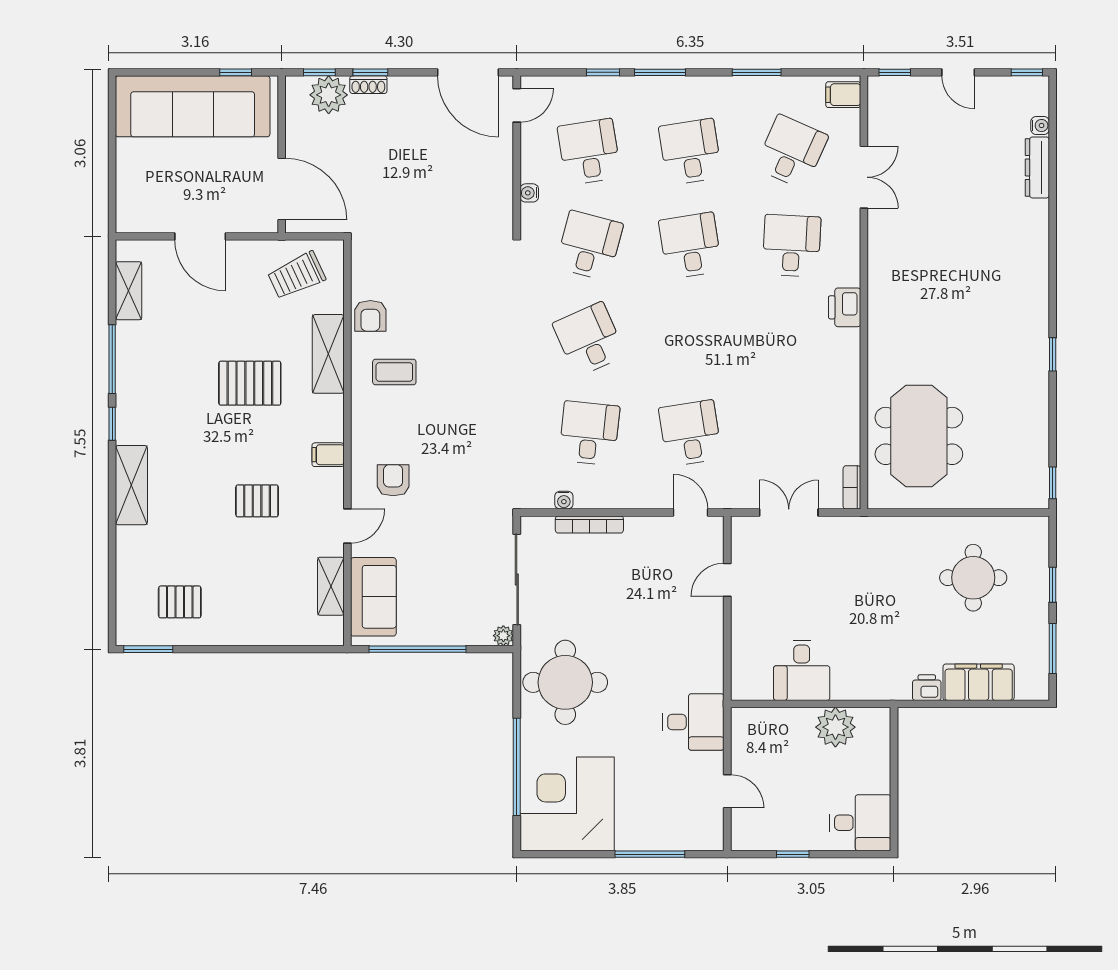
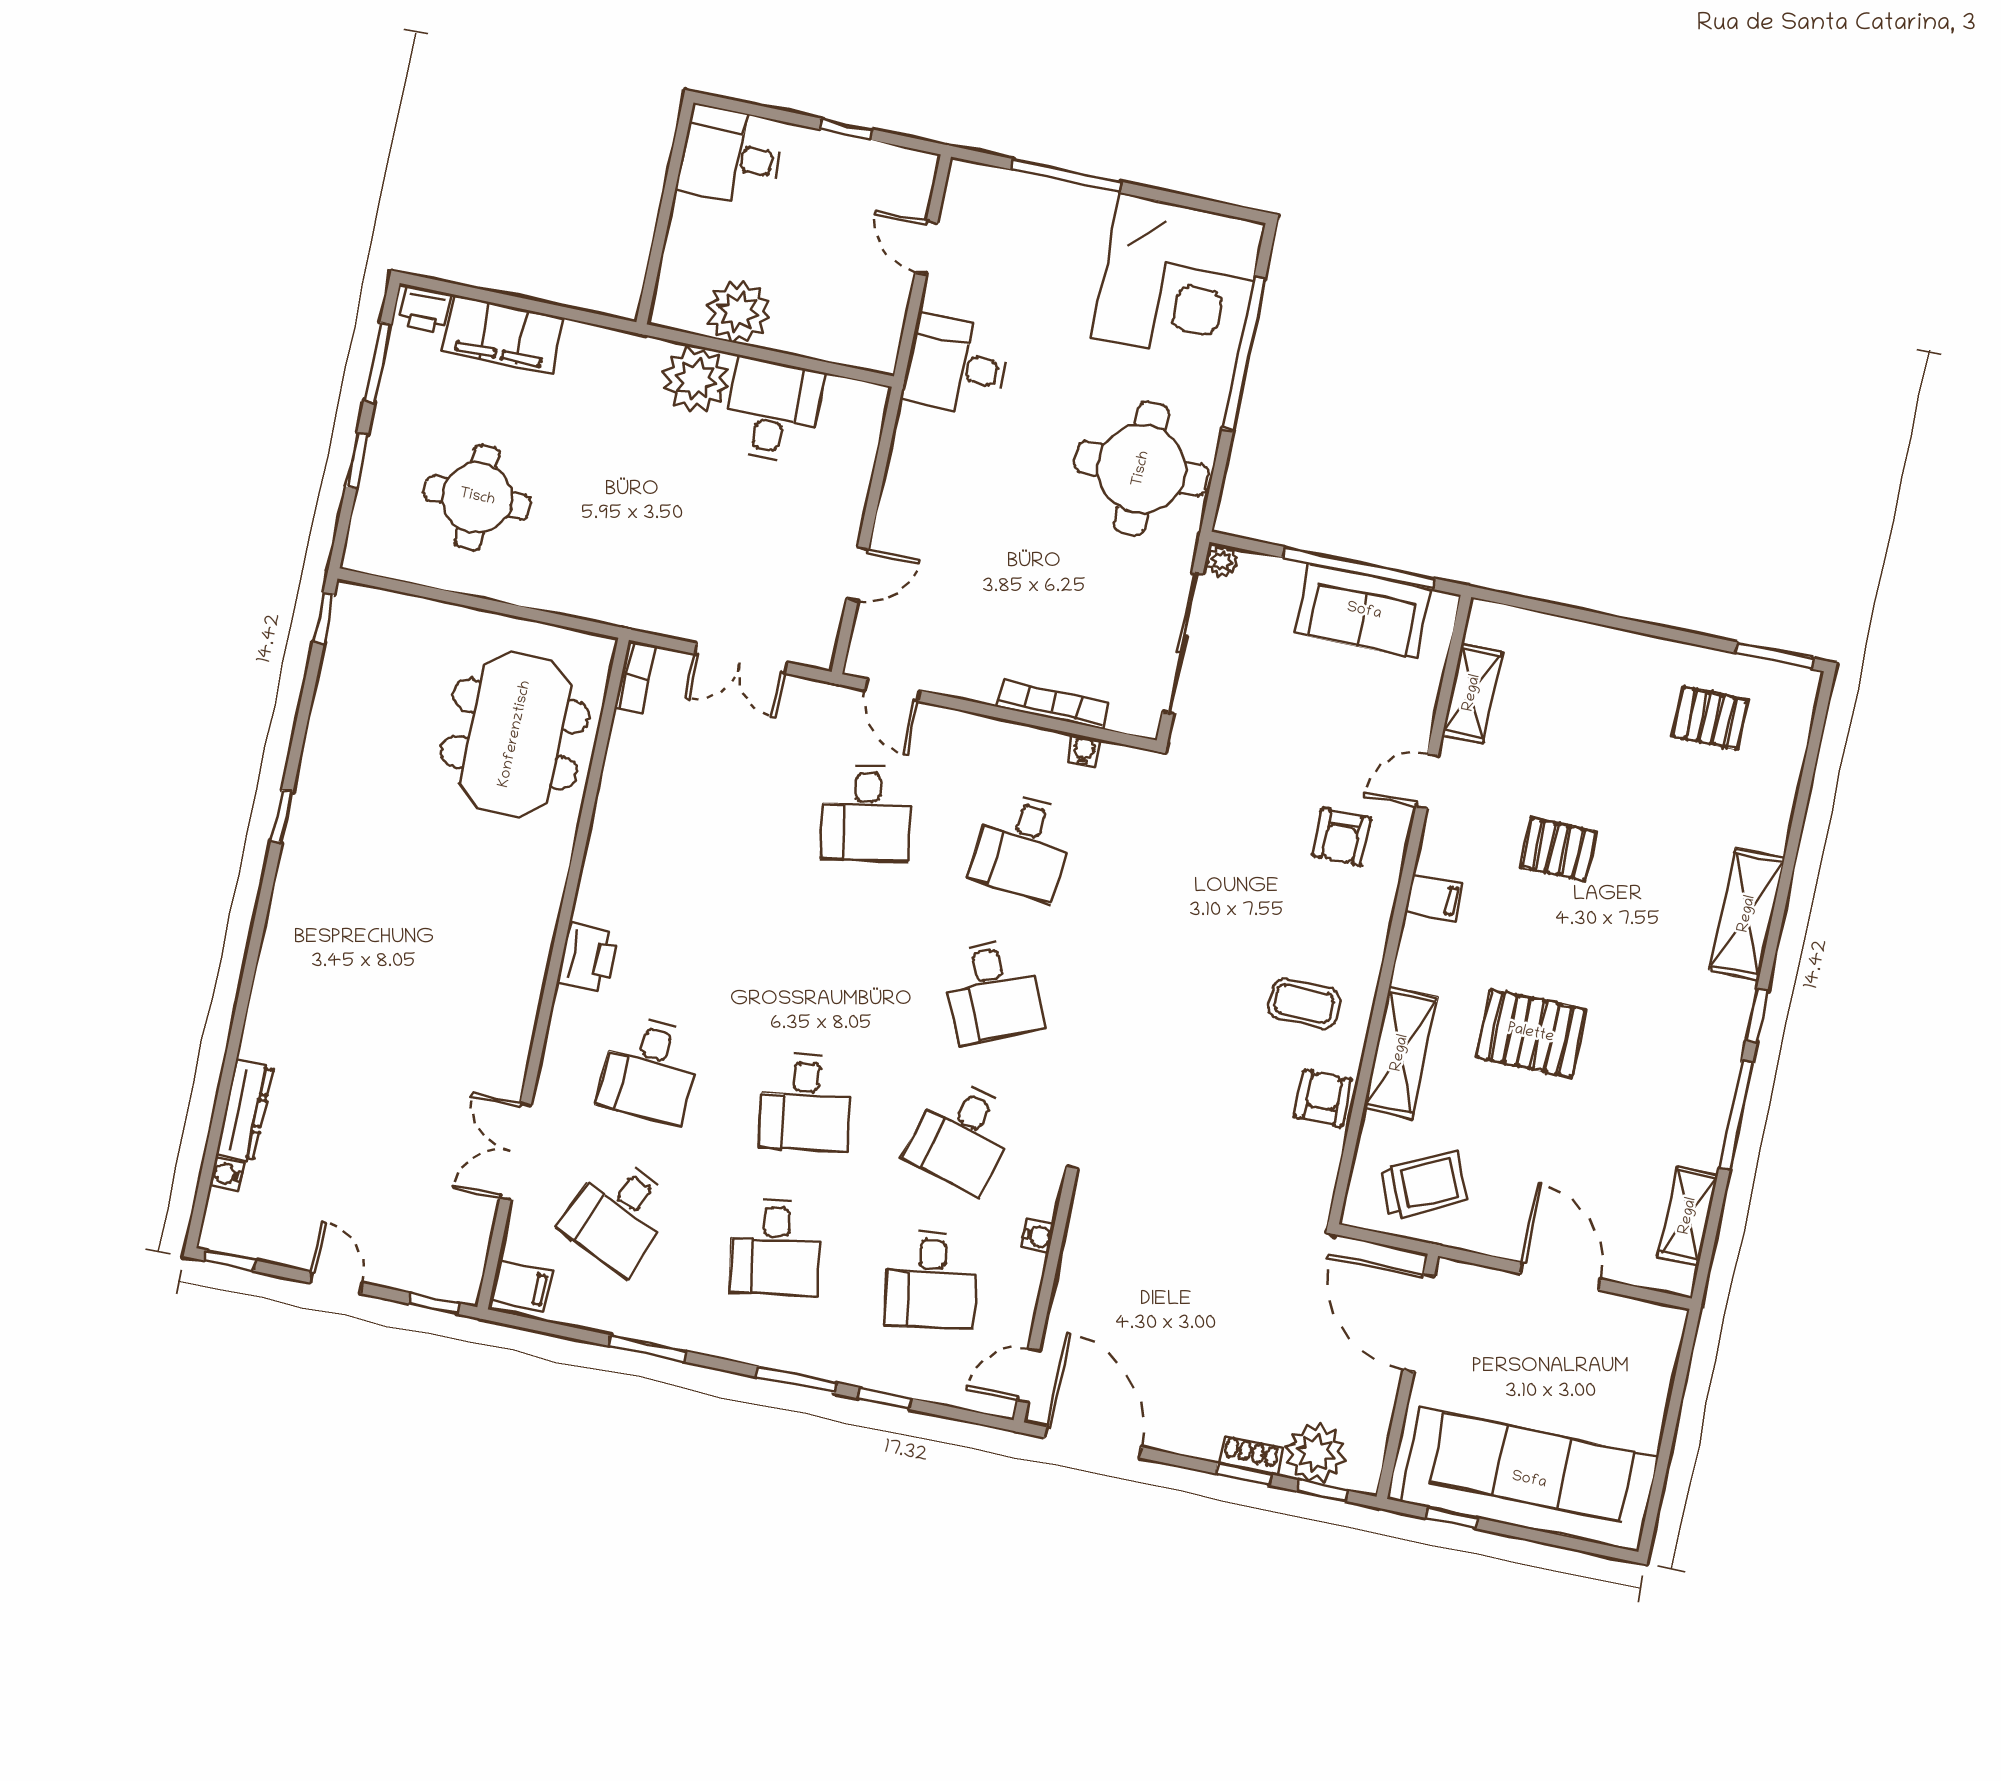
sofa: (373, 597) -> (1364, 611), moved, turned -90
plant: (853, 680) -> (696, 379), added
printer: (927, 688) -> (425, 309), moved

